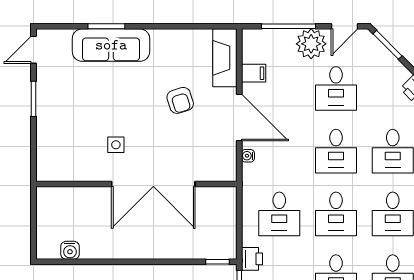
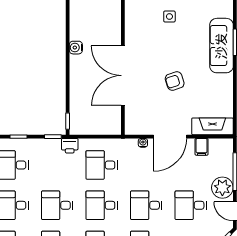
armchair: (180, 100) -> (175, 81), moved
side table: (116, 145) -> (169, 17), moved
water cooler: (70, 250) -> (76, 48), moved

